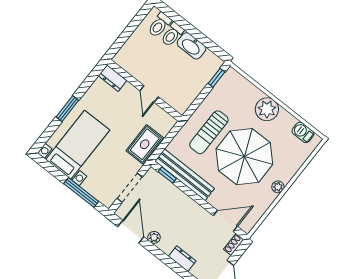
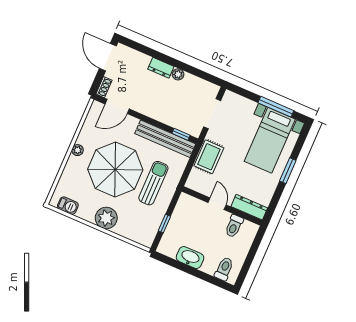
toilet: (172, 34) -> (234, 226), moved, turned 180
dresser: (113, 78) -> (249, 207), width x1.44
window: (216, 78) -> (164, 224), moved
window: (81, 192) -> (276, 107), moved
door: (131, 232) -> (201, 74), removed
dresser: (182, 259) -> (161, 68), moved

